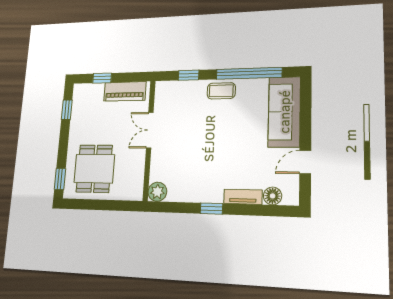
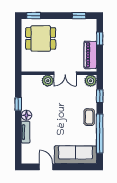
plant: (164, 90) -> (91, 81), added
double door: (150, 130) -> (65, 73), swing flipped
plant: (157, 192) -> (48, 81), moved
floor lamp: (273, 196) -> (26, 115), moved
window: (211, 209) -> (18, 104), moved

